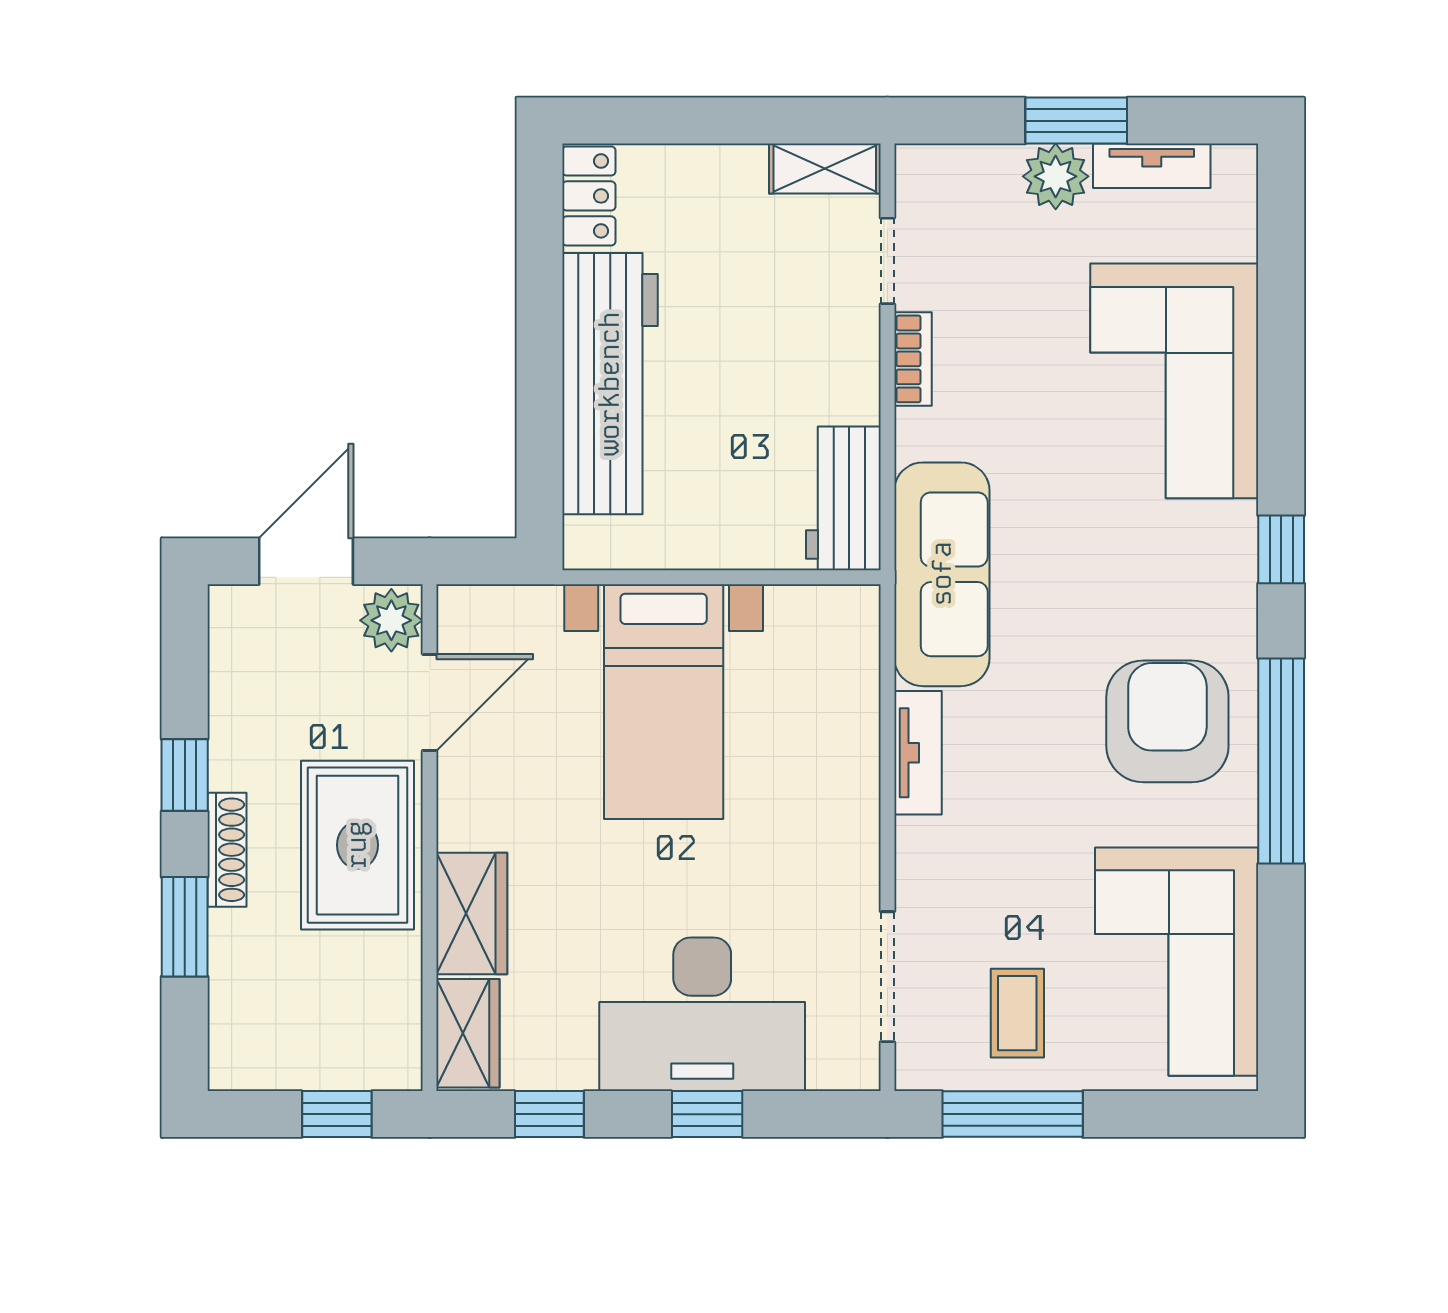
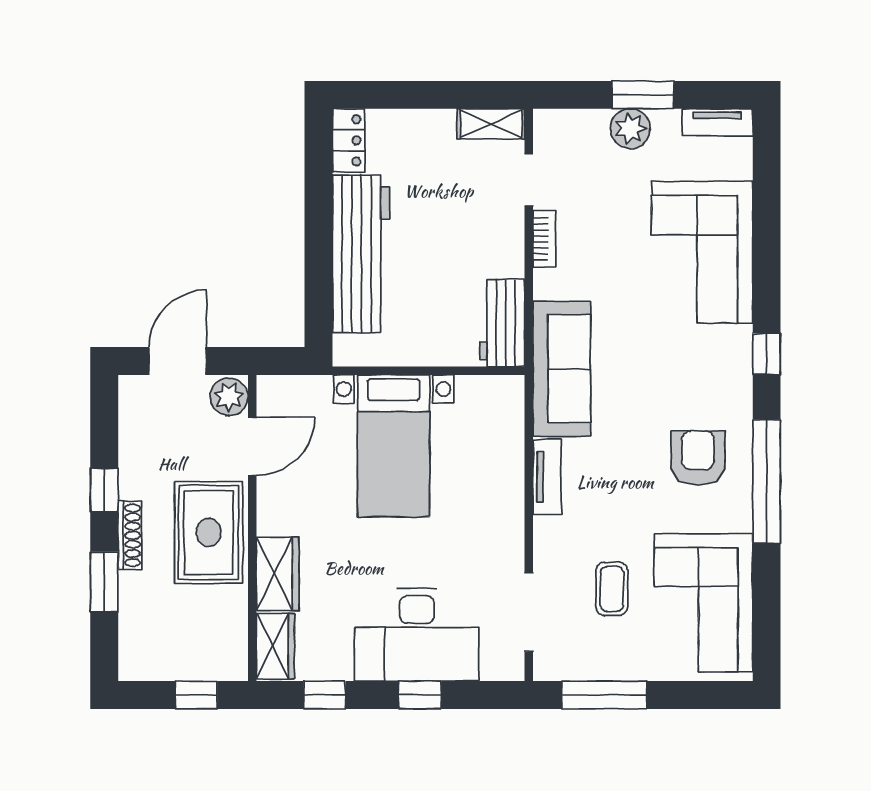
tv unit: (1152, 166) -> (717, 122), moved
armchair: (1167, 721) -> (698, 458), width x0.73, depth x0.73
coffee table: (1017, 1013) -> (612, 589), moved

